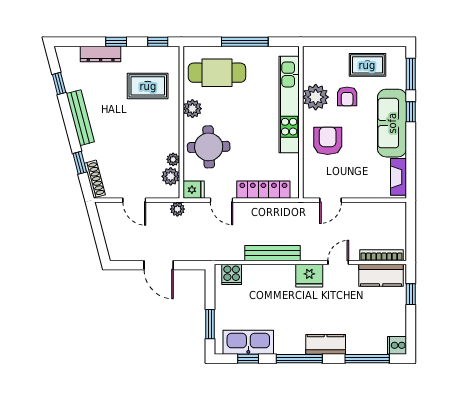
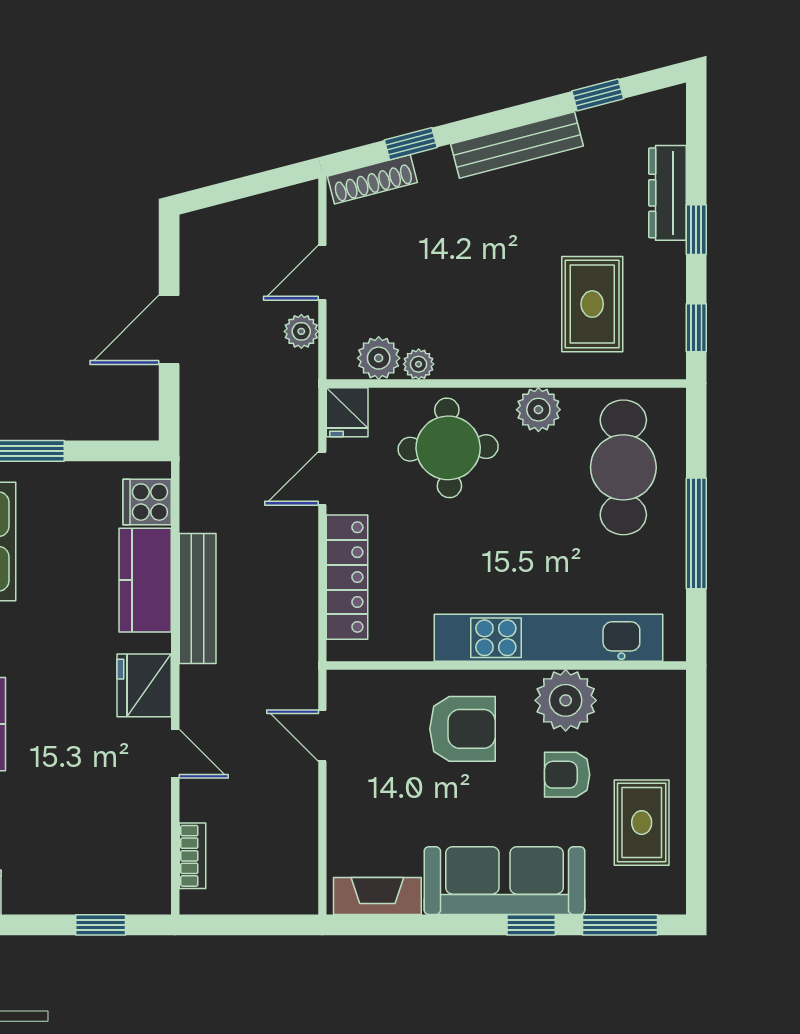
plant: (177, 209) -> (301, 331), moved
bookcase: (381, 255) -> (192, 856), width x0.64
kitchen counter: (381, 275) -> (145, 580), moved

